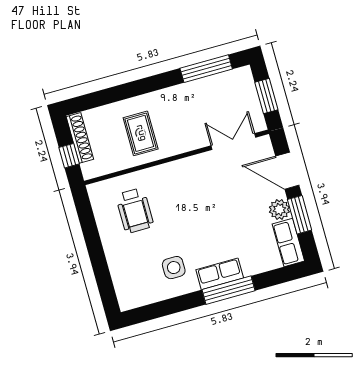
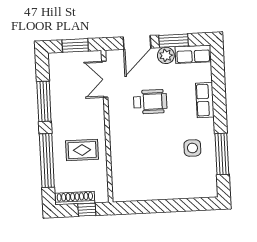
window: (206, 69) -> (44, 101), moved
window: (118, 93) -> (47, 160), added
wheelchair: (135, 211) -> (150, 102), moved
row of seats: (220, 274) -> (205, 100), moved
window: (228, 290) -> (222, 154), moved

